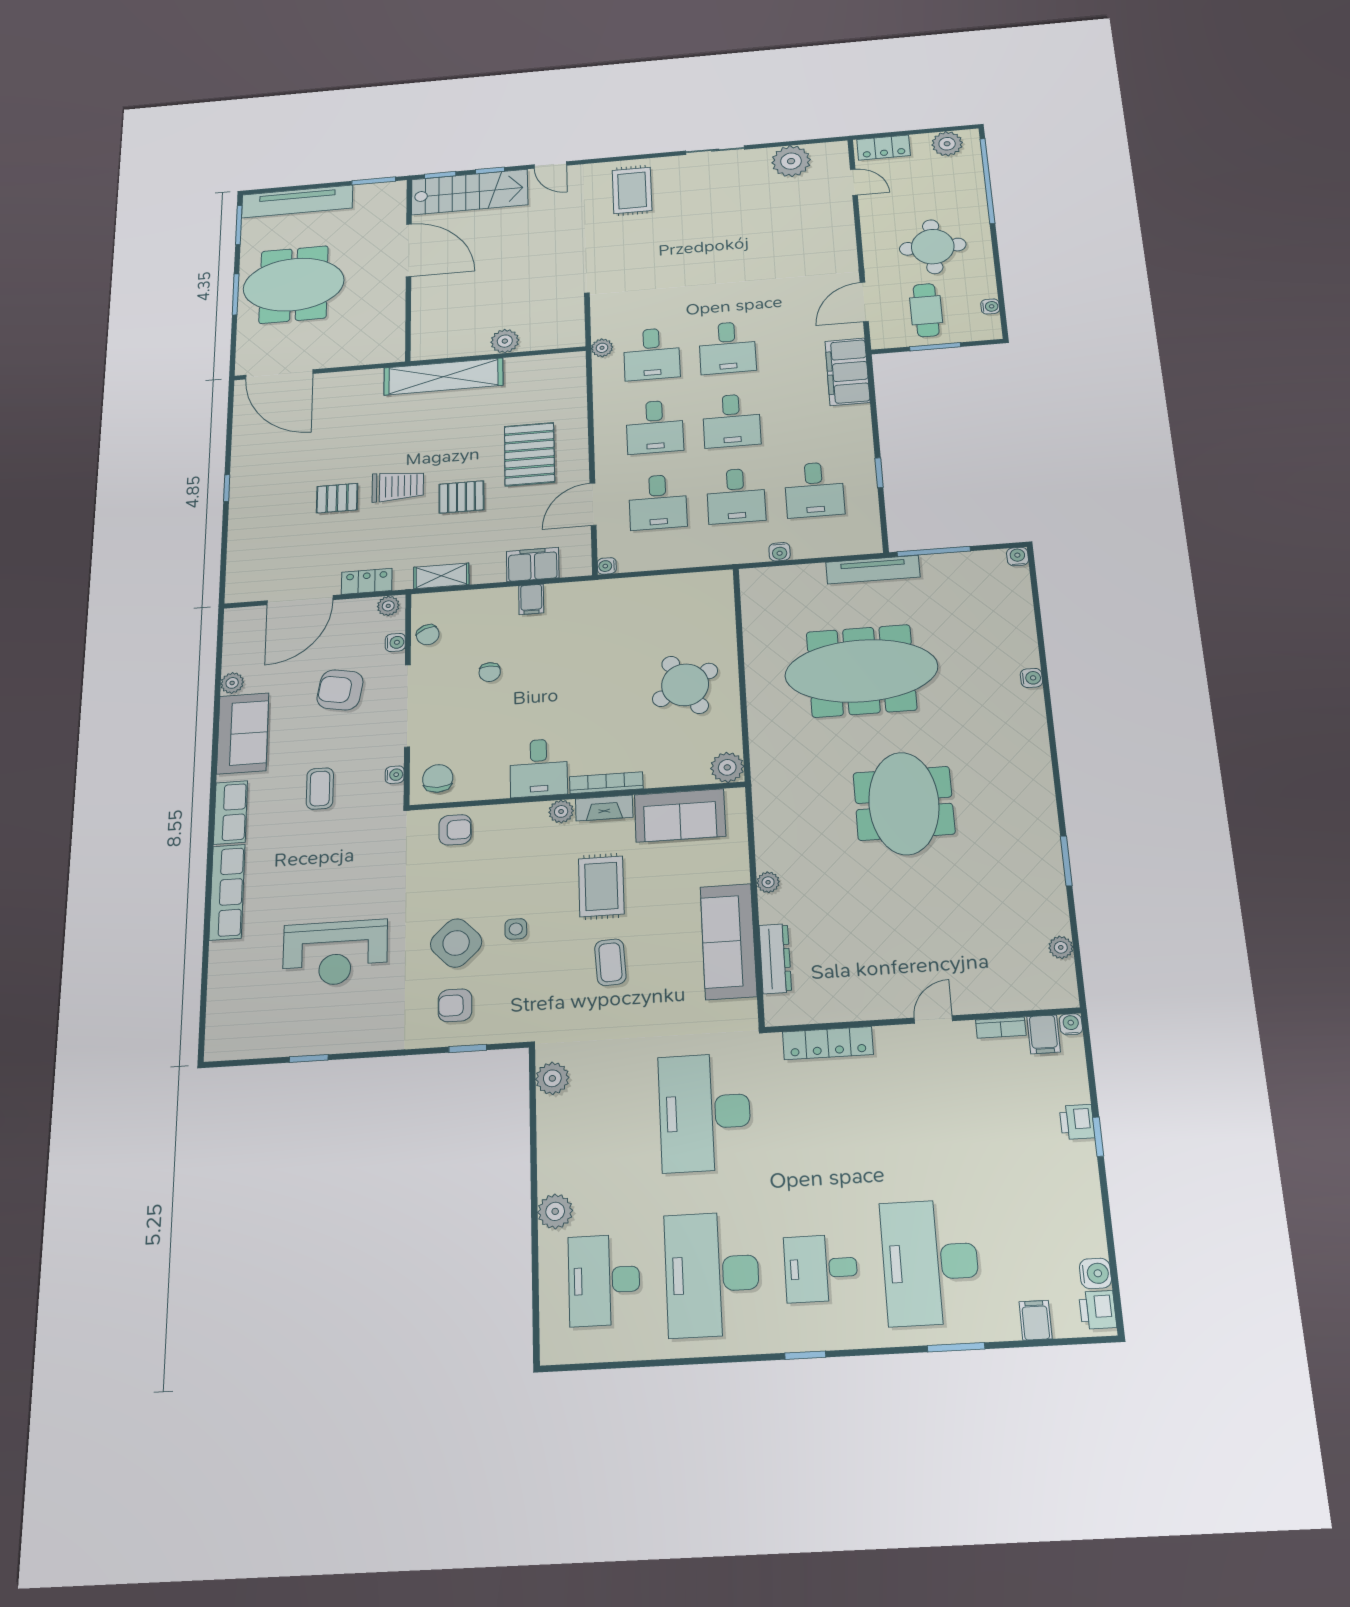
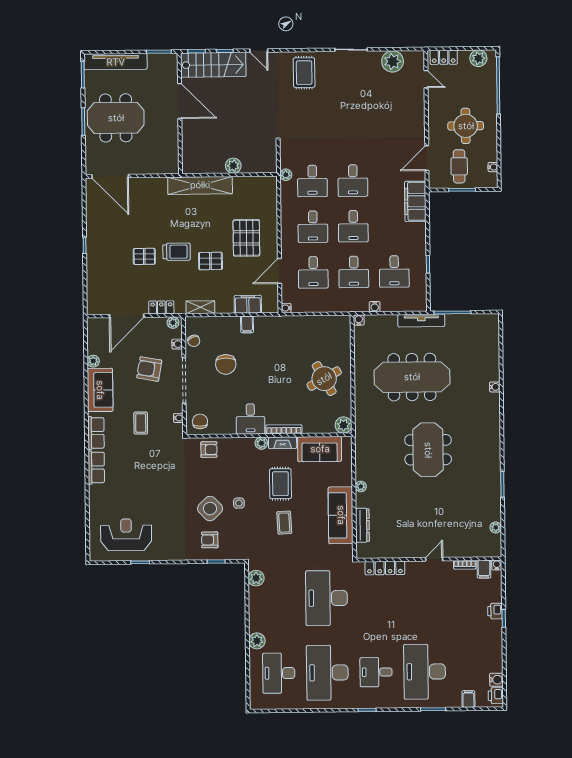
water cooler: (1018, 557) -> (359, 320), moved
chair: (490, 672) -> (226, 364), width x1.87, depth x1.87
row of seats: (227, 892) -> (96, 467), width x0.68
reception desk: (335, 953) -> (126, 535), moved, turned 180

